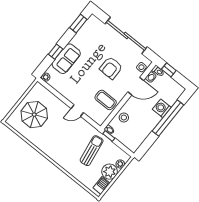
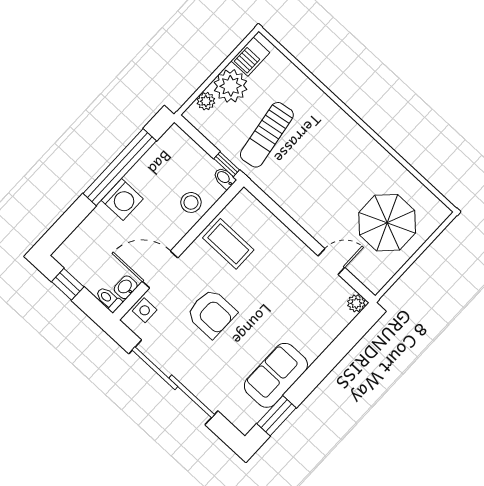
window: (56, 52) -> (330, 358), removed
sofa: (66, 59) -> (276, 375), moved
armchair: (111, 68) -> (211, 313), turned 90
window: (169, 70) -> (68, 284), moved
washing machine: (162, 108) -> (122, 200), moved
door: (77, 111) -> (331, 262), moved
window: (168, 118) -> (120, 167), moved

